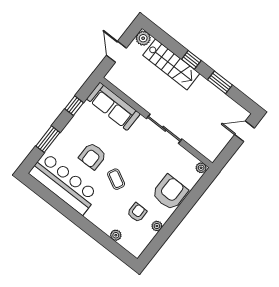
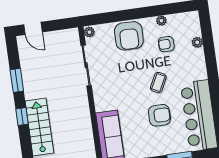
sliding door: (164, 129) -> (86, 65), moved
armchair: (170, 192) -> (129, 36), turned -89

